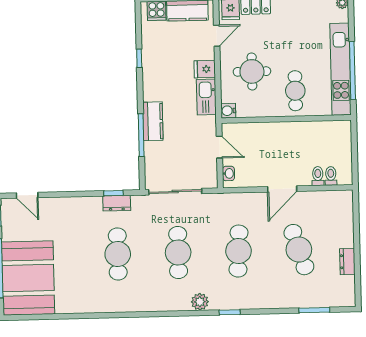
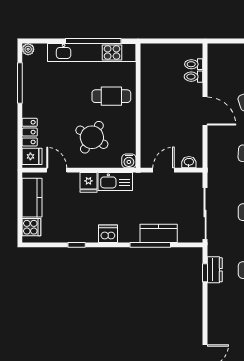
round table: (252, 71) -> (92, 137), turned 31
dishwasher: (152, 91) -> (108, 234), added
kitchen counter: (153, 121) -> (159, 233), moved

